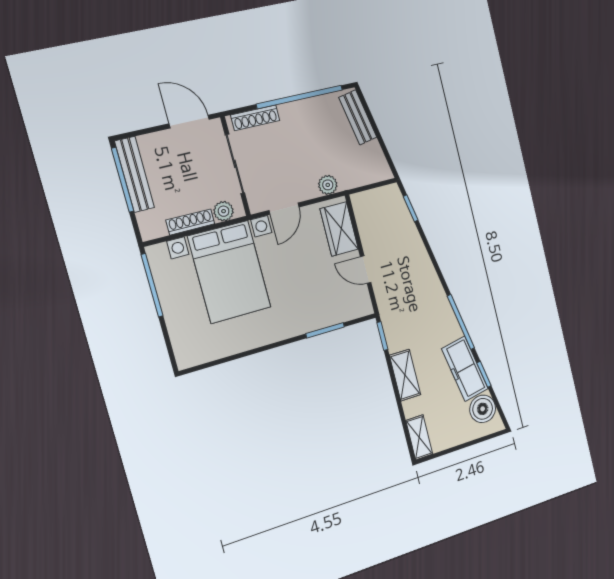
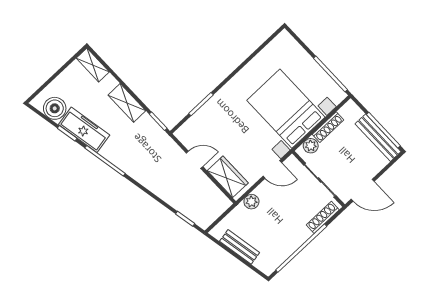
bench: (358, 117) -> (240, 247), moved
door: (284, 209) -> (272, 169), swing flipped

